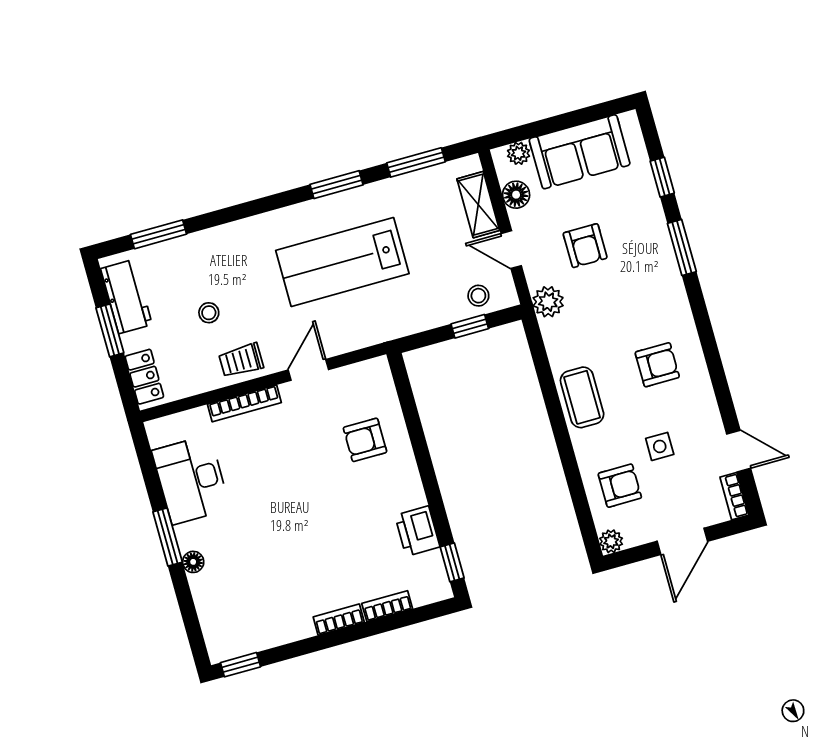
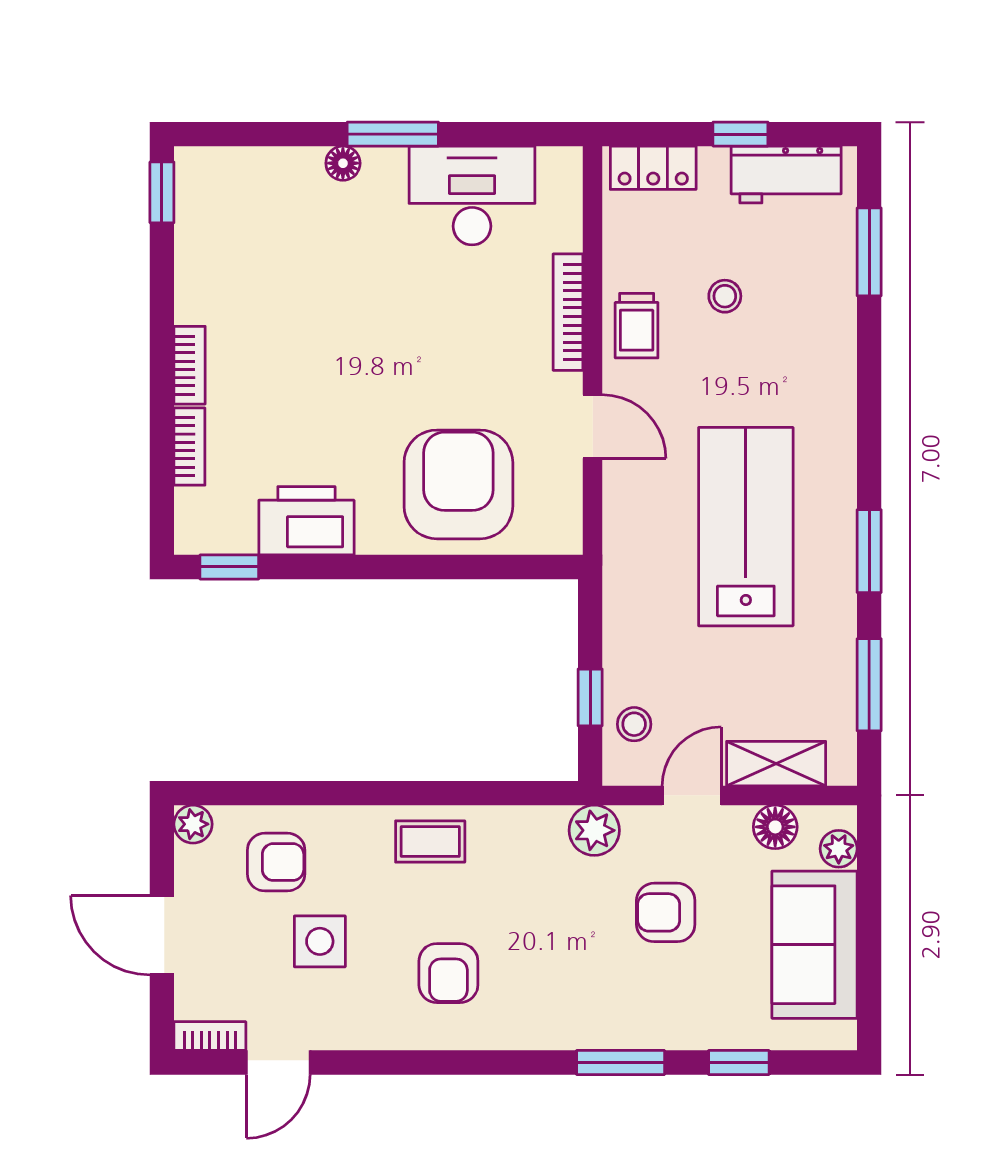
window: (110, 330) -> (740, 134), width x0.67
trolley: (241, 360) -> (637, 326), turned 180
coffee table: (582, 397) -> (430, 842), width x0.73, depth x0.77
armchair: (365, 440) -> (458, 484), width x1.88, depth x1.88
side table: (660, 446) -> (320, 941), width x1.37, depth x1.37
armchair: (620, 486) -> (276, 862), turned -90
printer: (417, 531) -> (306, 521), width x1.37, depth x1.19

